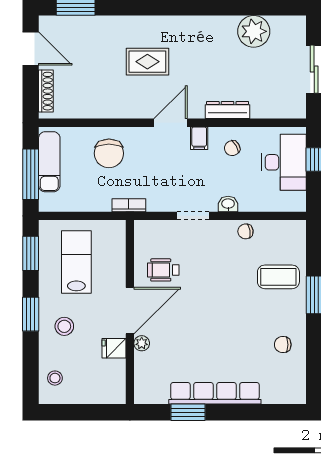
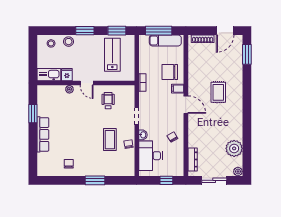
plant: (297, 24) -> (238, 171), added
dresser: (228, 110) -> (193, 159), moved
filing cabinet: (199, 138) -> (178, 89), moved
desk: (284, 162) -> (150, 156), moved, turned 90
lab bench: (76, 262) -> (112, 55), turned -90
coffee table: (278, 277) -> (110, 140), moved
door: (130, 311) -> (87, 83), width x0.53
stool: (64, 326) -> (69, 42), moved
kitchen sink: (114, 382) -> (49, 75), added
row of seats: (215, 393) -> (43, 134), width x0.73

